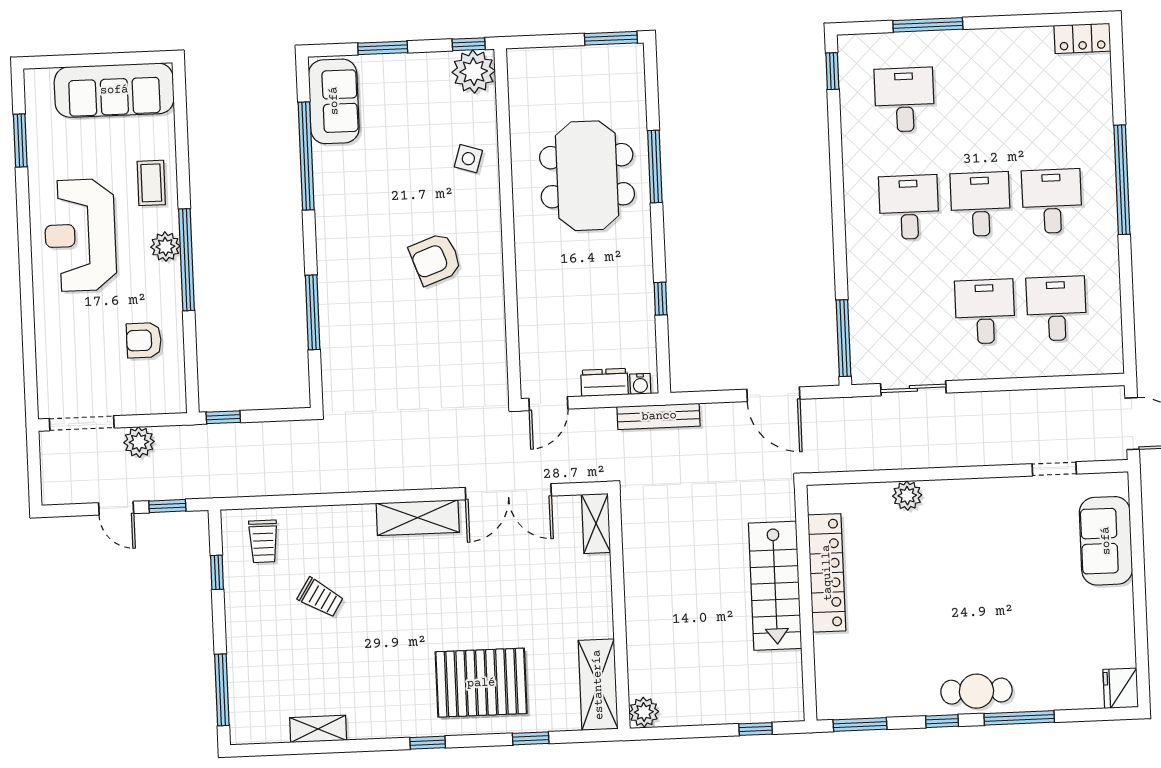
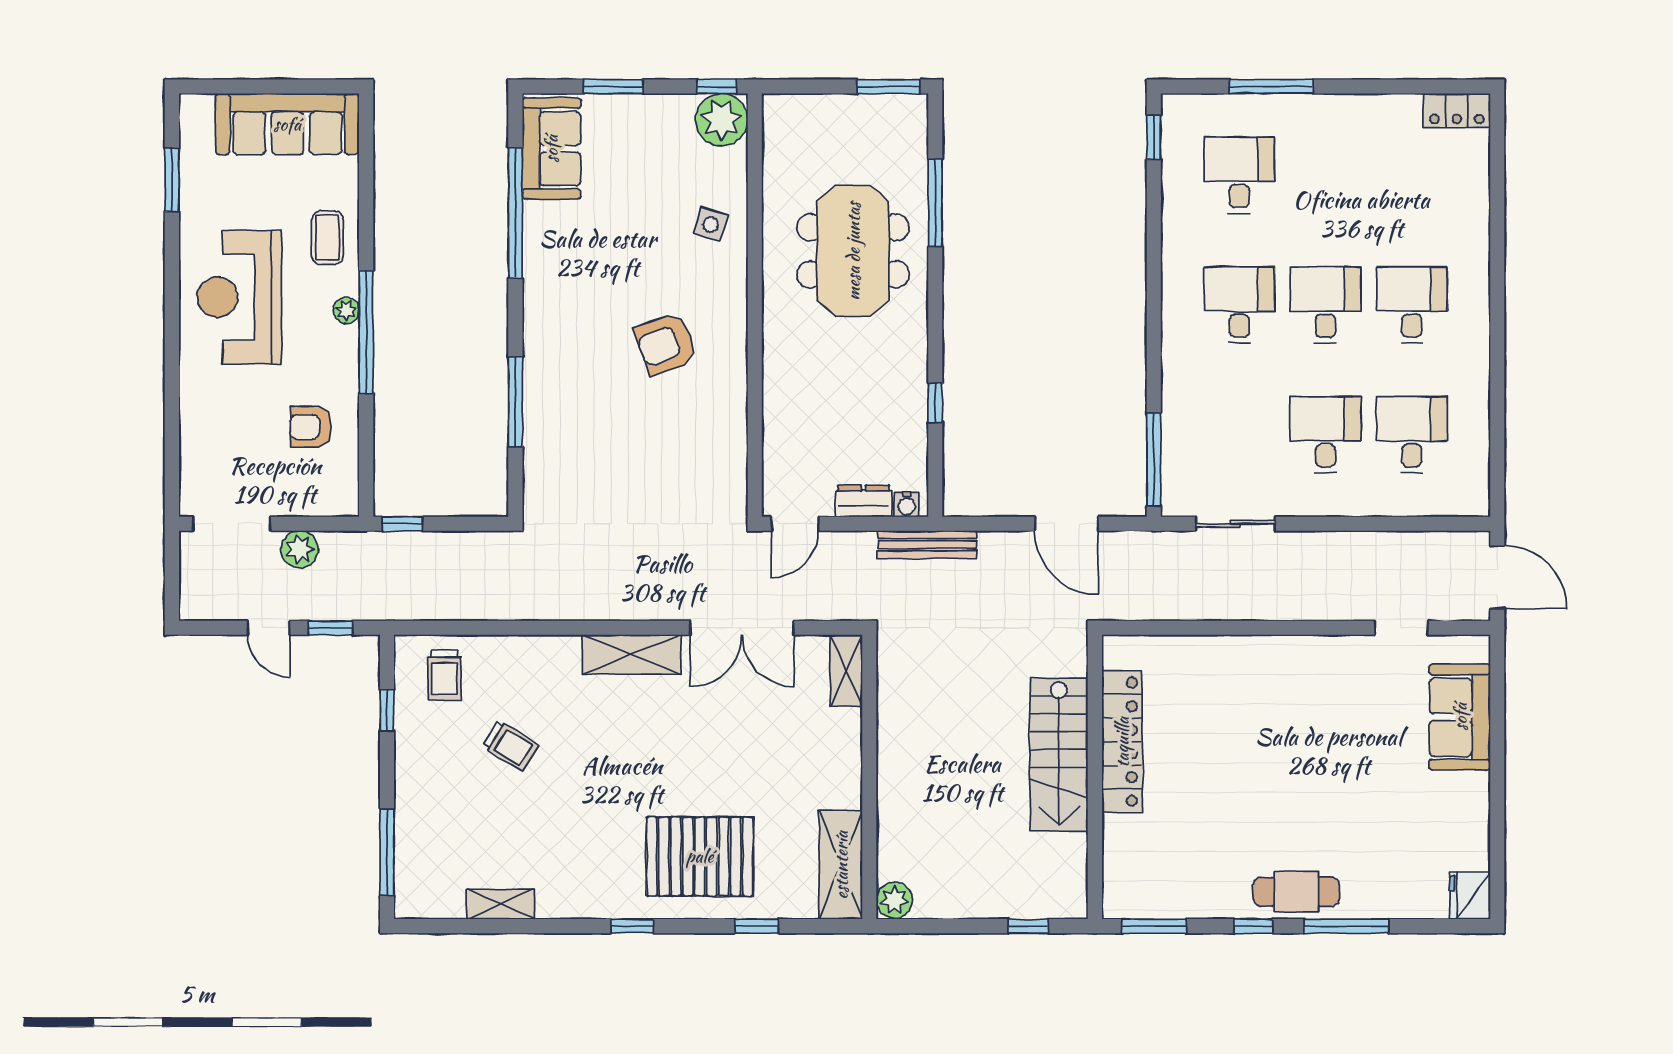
window: (655, 166) -> (935, 203), moved
window: (1122, 180) -> (1497, 283), removed
plant: (165, 247) -> (346, 310), width x0.73, depth x0.73
plant: (907, 496) -> (1223, 653), removed

